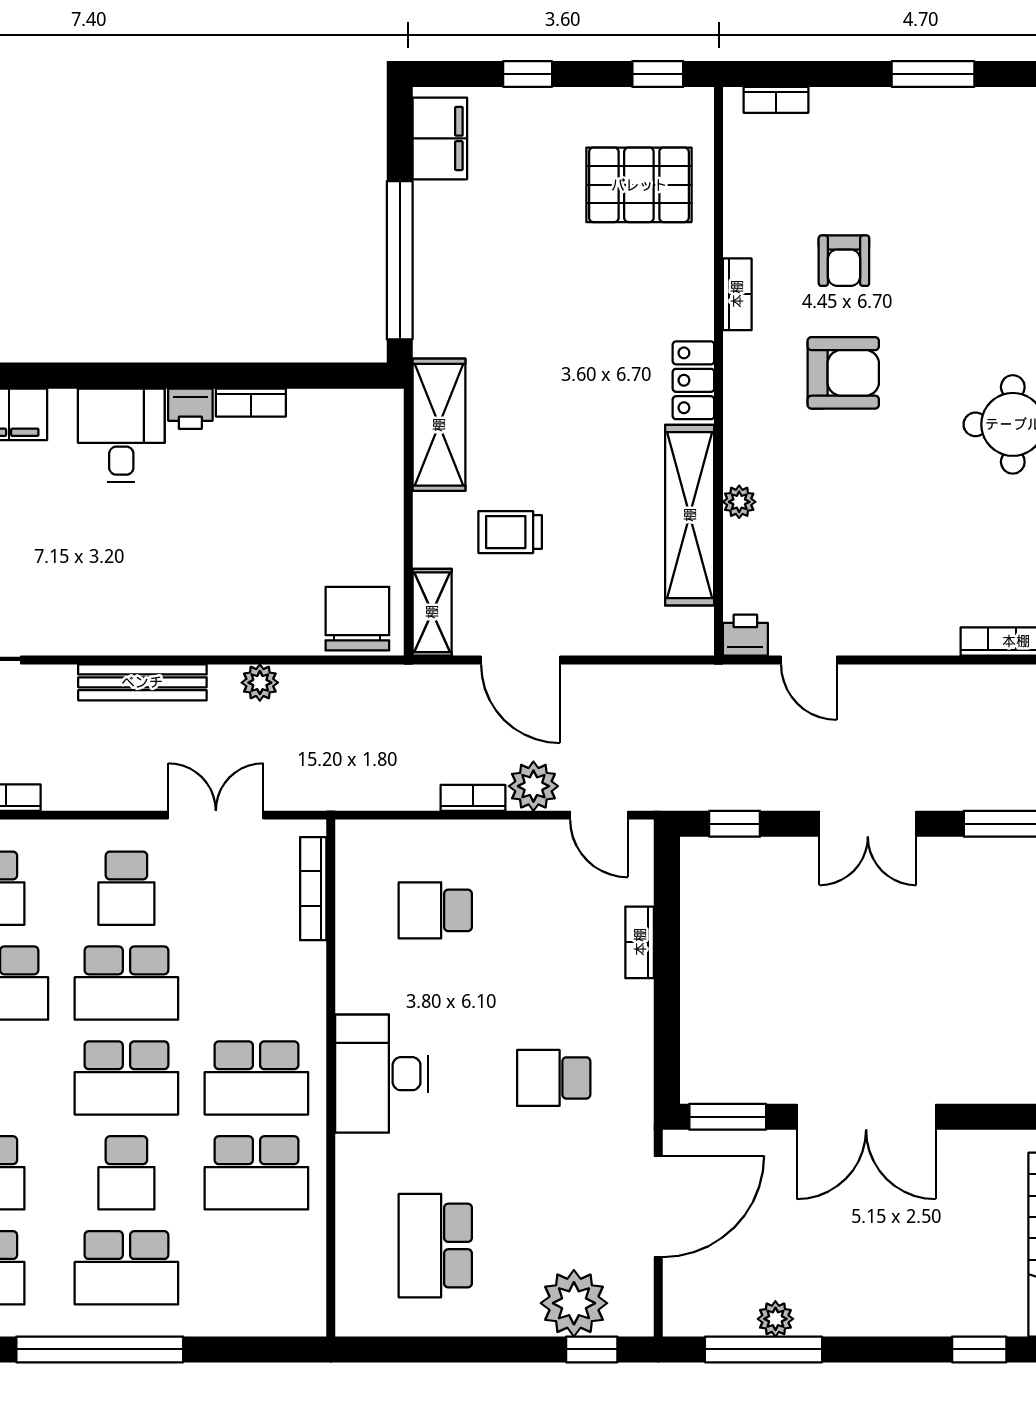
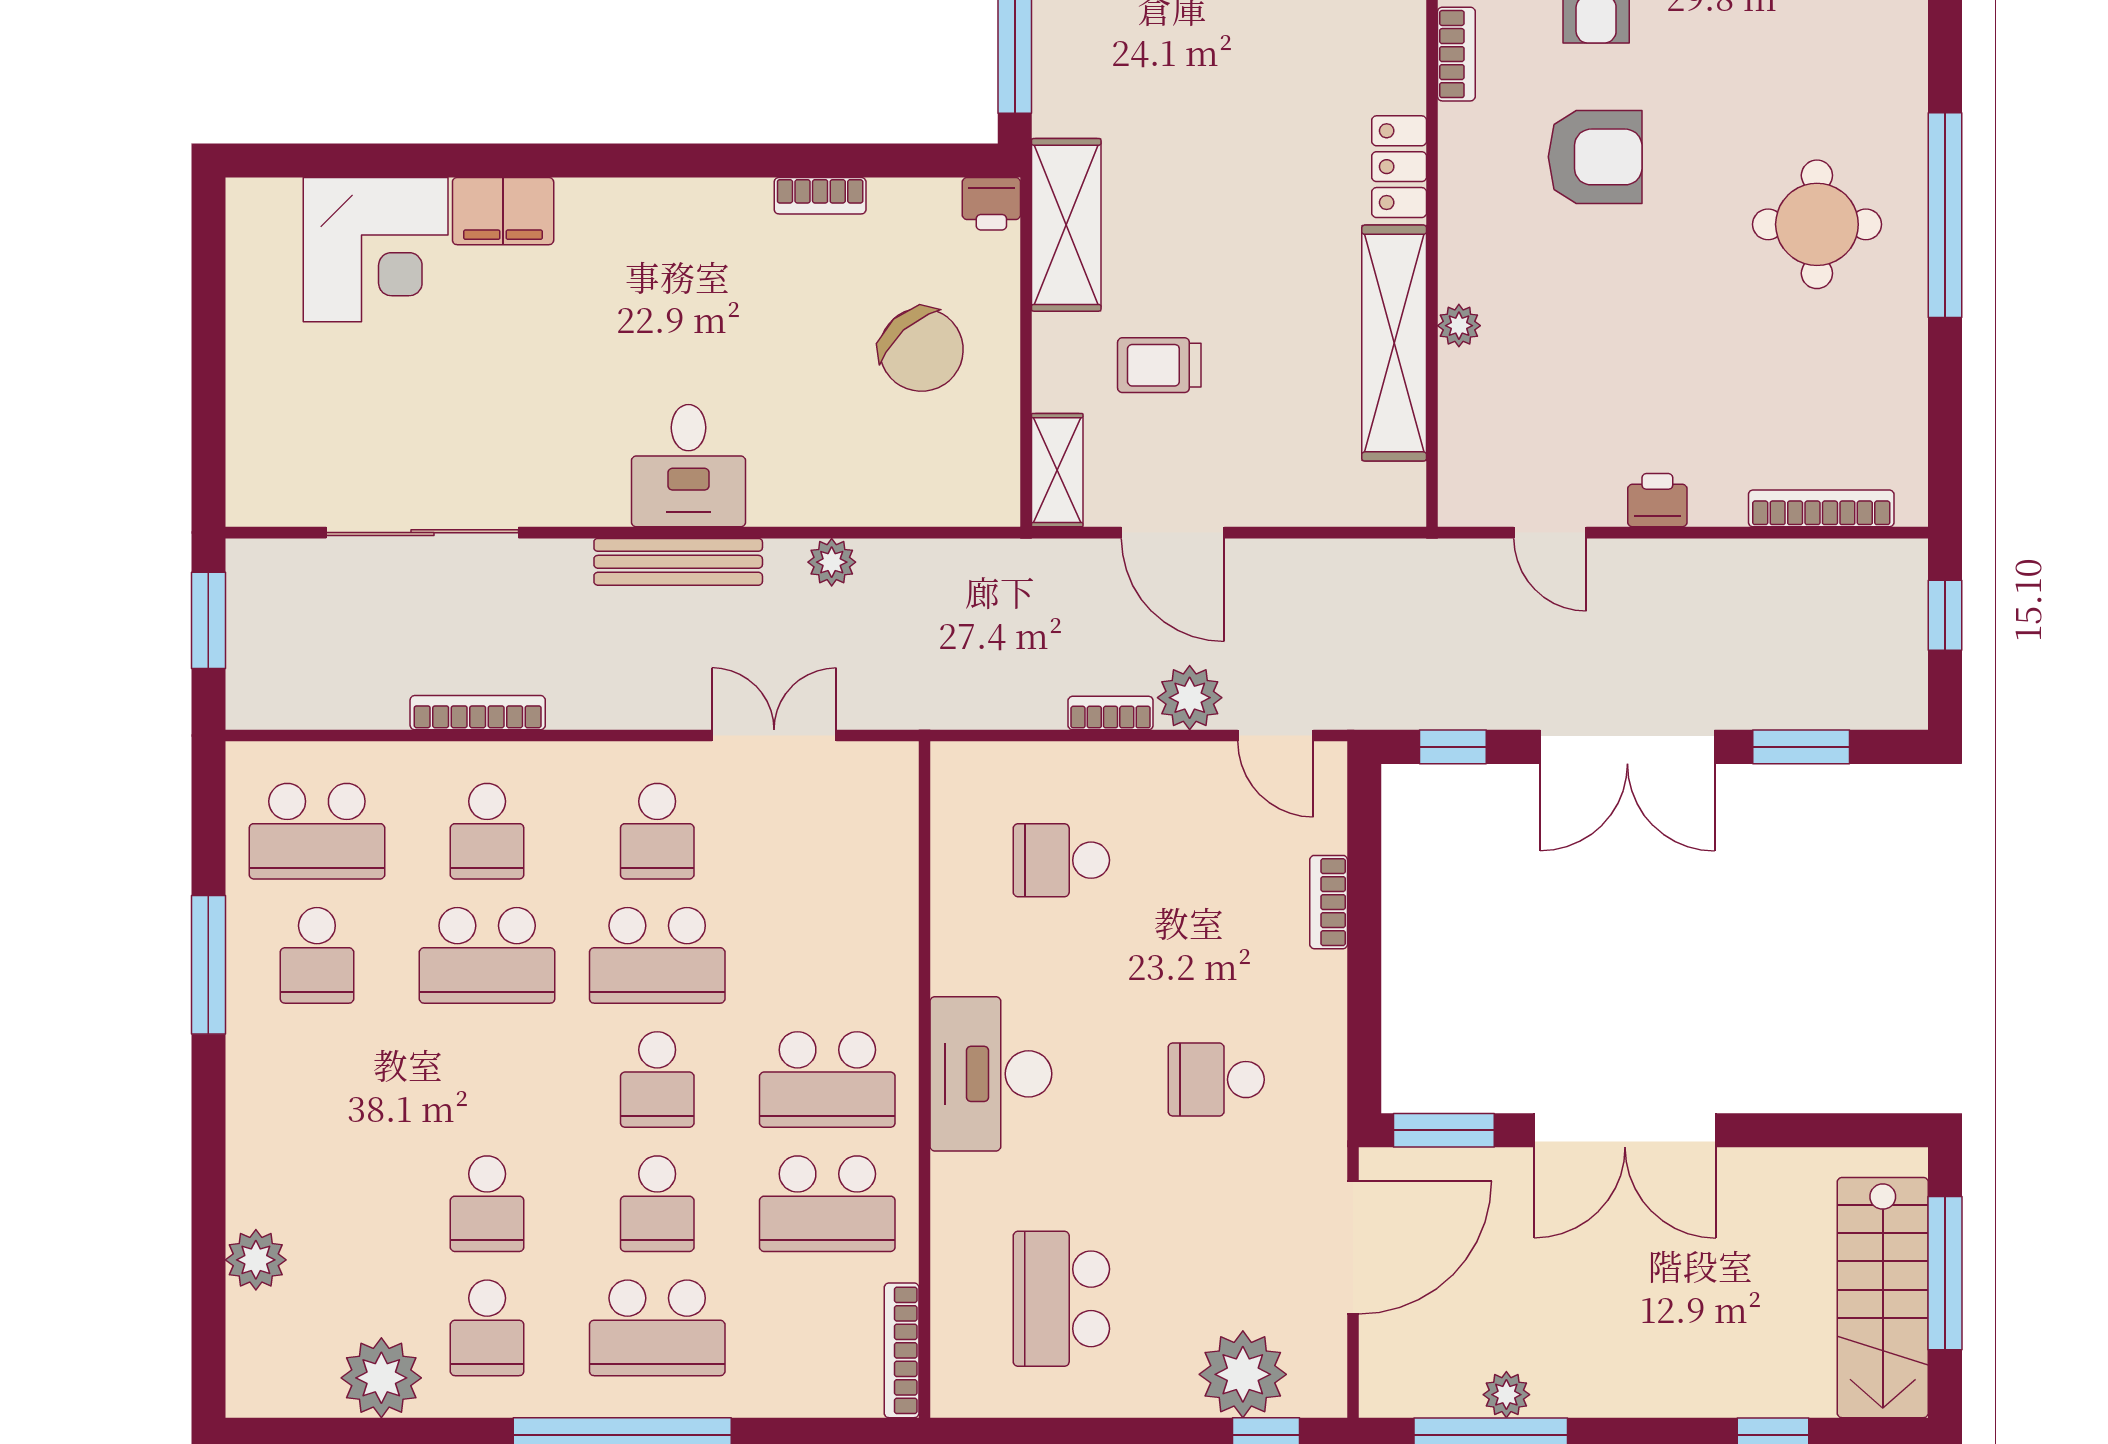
printer: (190, 409) -> (991, 204), moved
desk: (121, 435) -> (688, 466), moved, turned 180
chair: (357, 619) -> (921, 350), moved, turned 138
printer: (745, 635) -> (1657, 500), moved
double door: (868, 824) -> (1627, 747), width x1.37
bookcase: (313, 889) -> (902, 1350), moved
school desk: (126, 1078) -> (657, 1080), width x0.54

